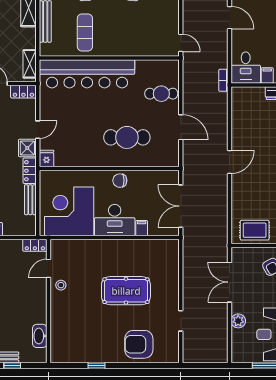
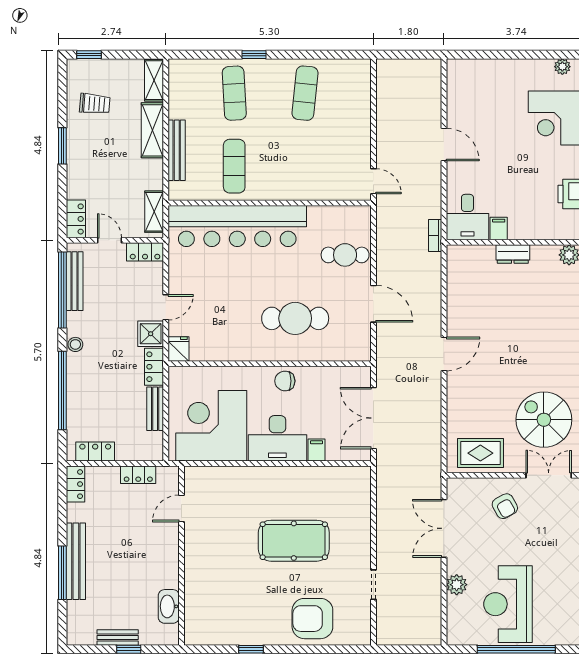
locker: (35, 245) -> (138, 475), moved
stool: (61, 285) -> (199, 533), removed

